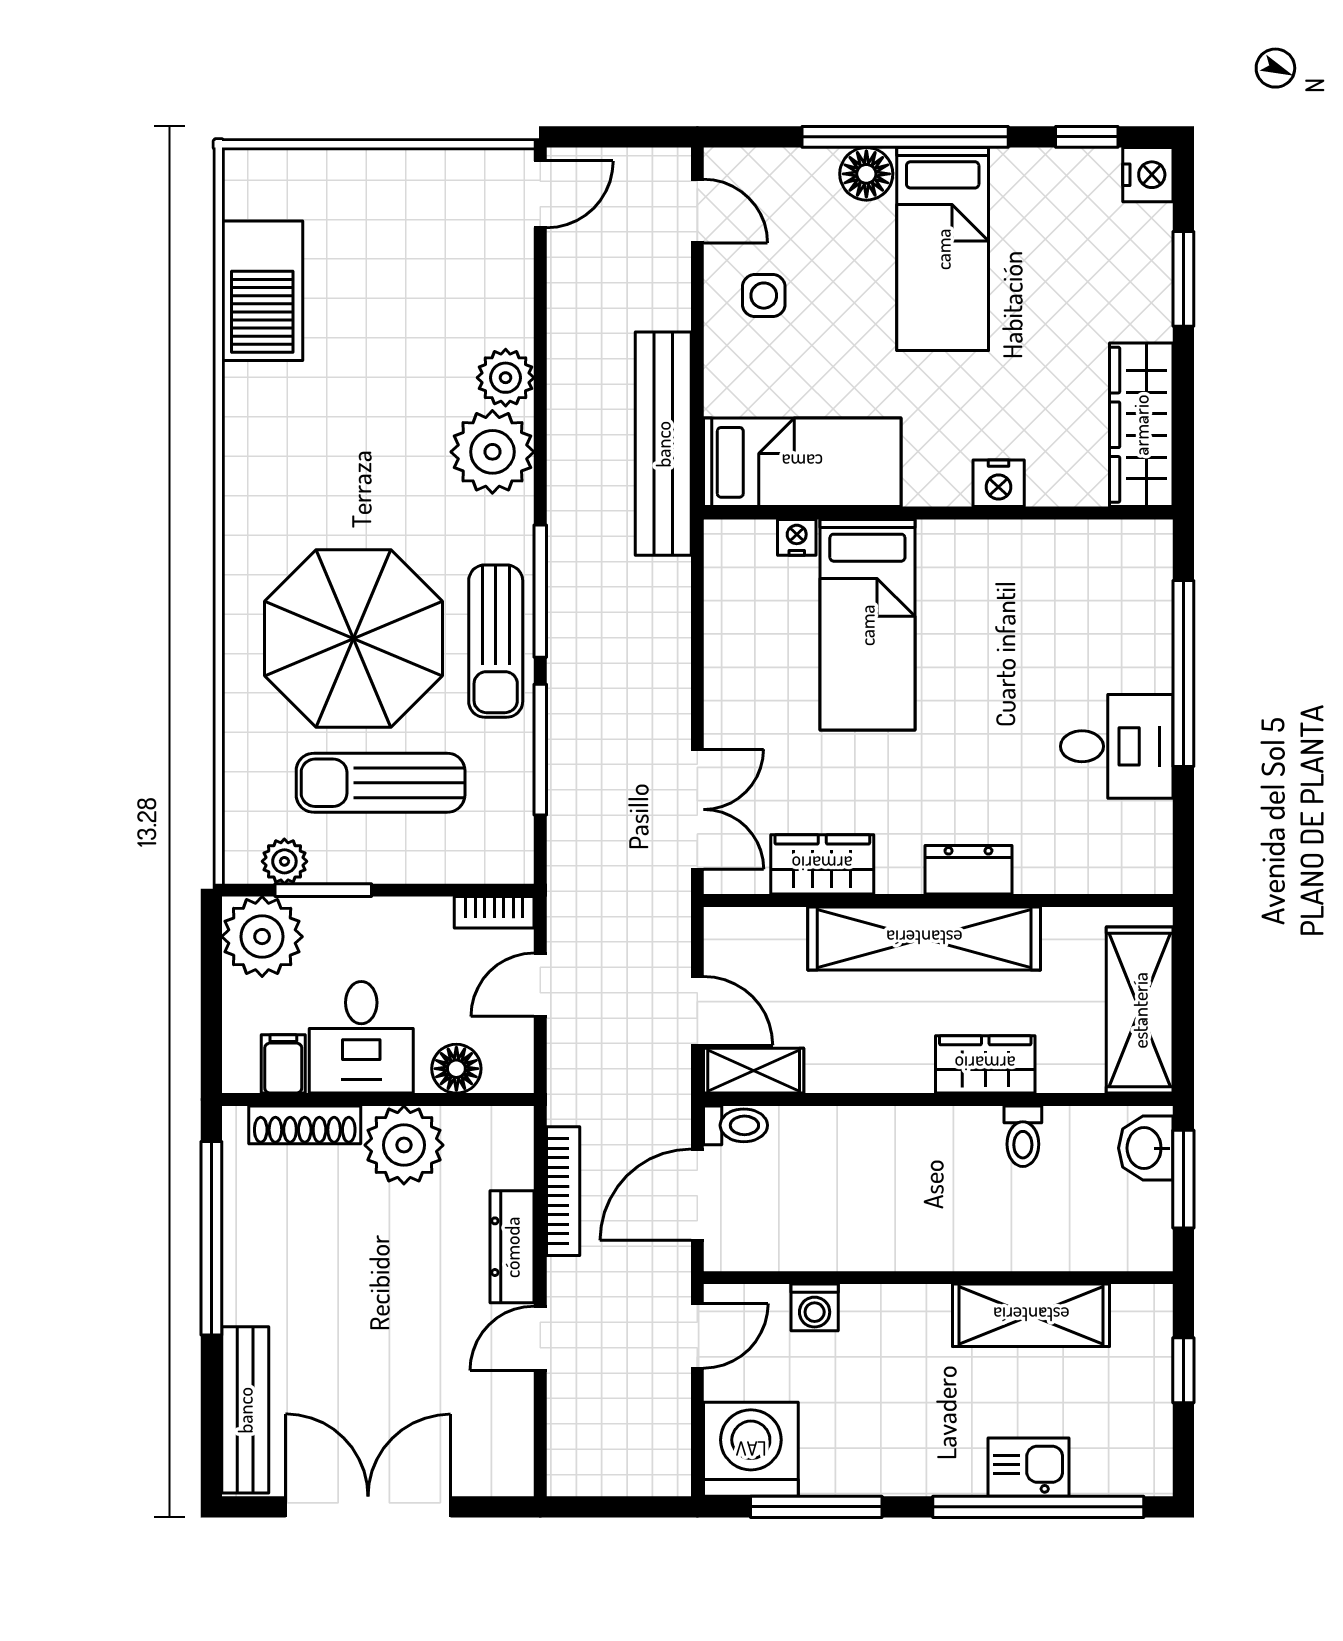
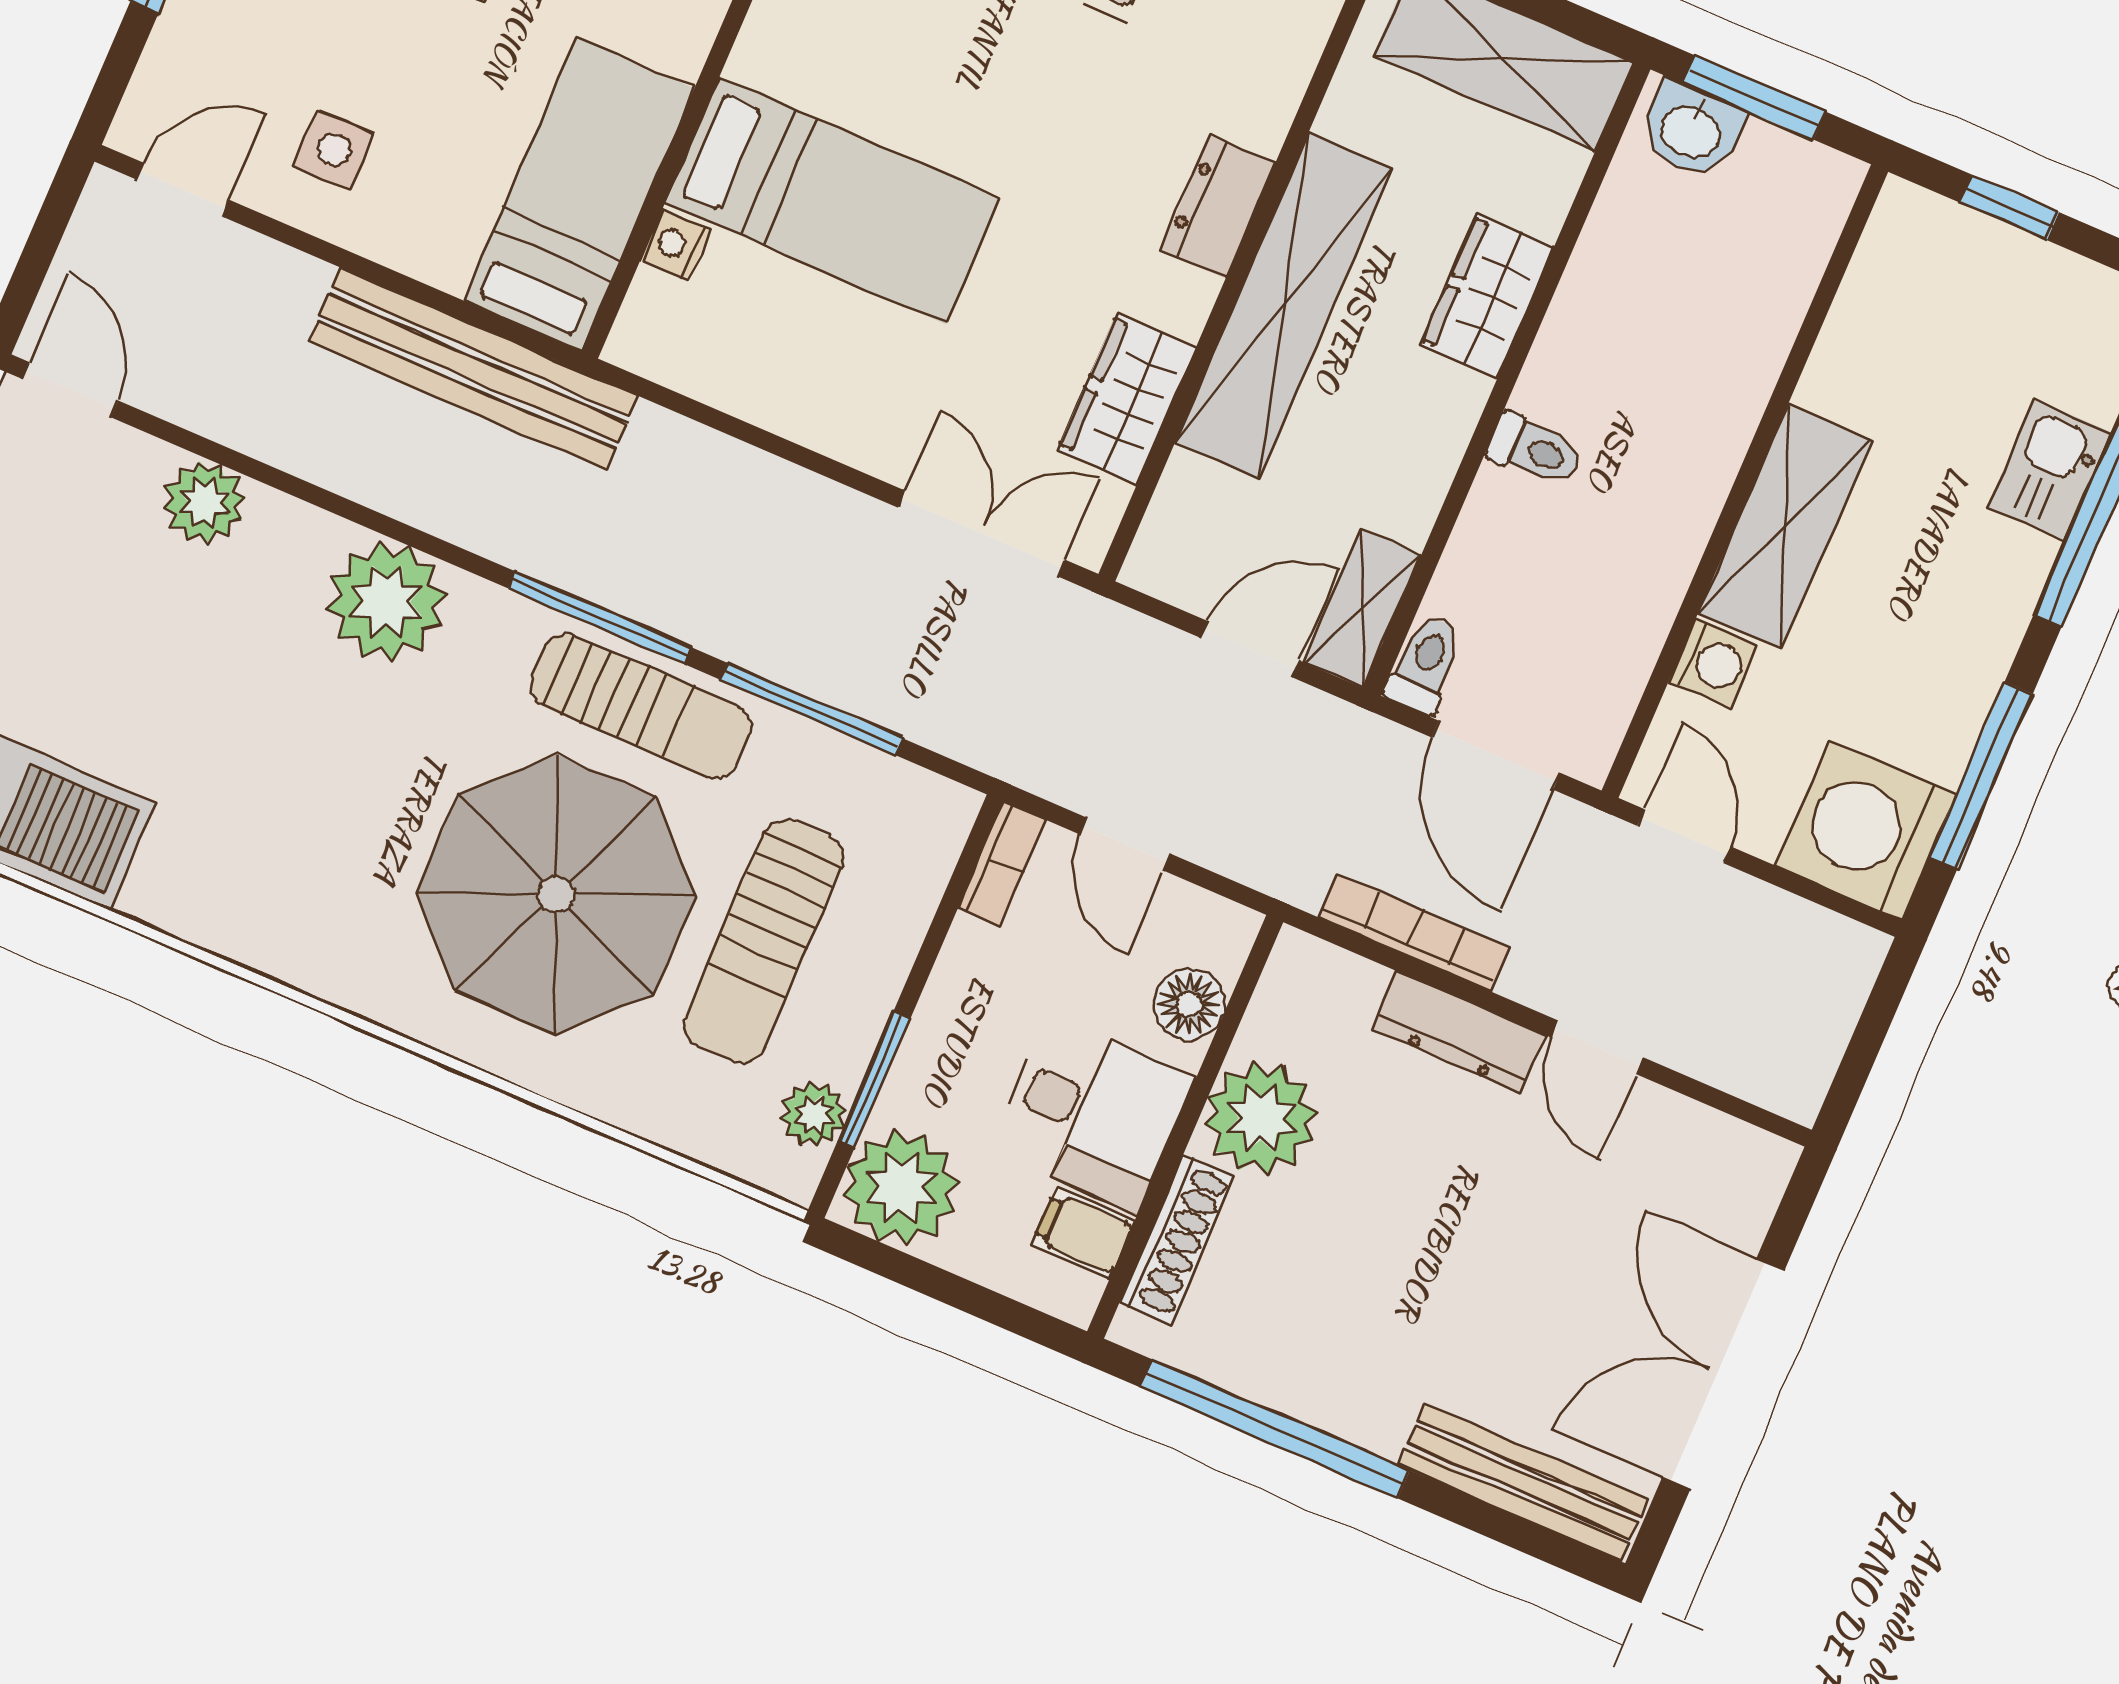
plant: (506, 378) -> (204, 502), moved
toilet: (1023, 1136) -> (1535, 450), moved
shelving: (1031, 1315) -> (1785, 526), moved

